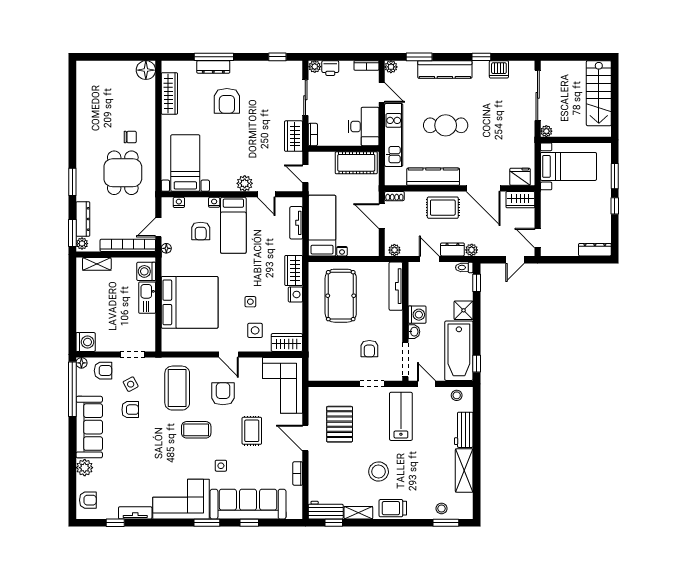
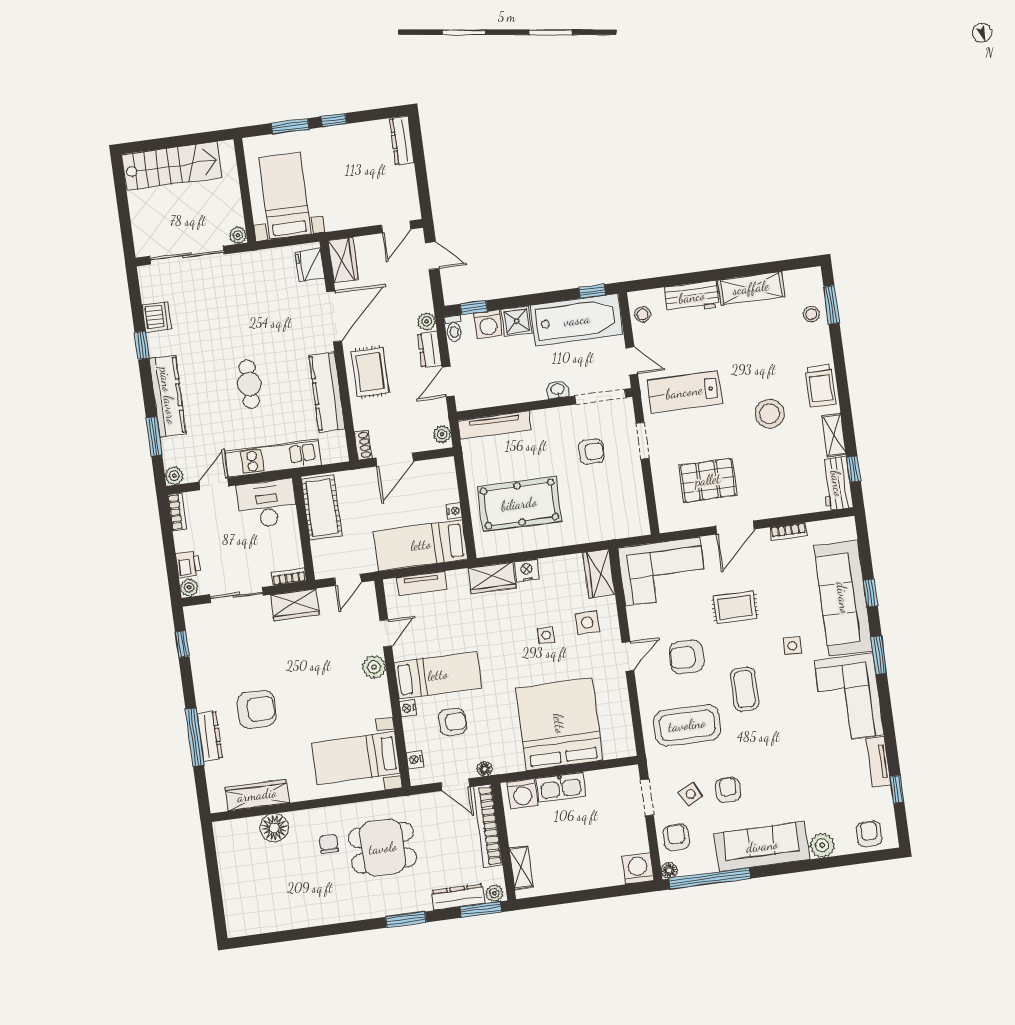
floor lamp: (146, 70) -> (274, 828), moved
cafe table: (446, 125) -> (249, 384), width x0.73, depth x0.74
washing machine: (417, 315) -> (488, 324), moved, turned 180
door: (426, 384) -> (632, 361), swing flipped

